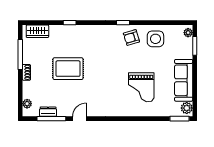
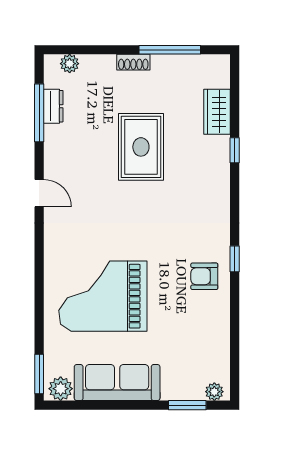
wardrobe: (37, 31) -> (217, 112), moved
armchair: (131, 38) -> (204, 276), turned -73
side table: (155, 39) -> (202, 325), removed
grand piano: (141, 87) -> (103, 296), width x1.37, depth x1.48
door: (80, 119) -> (39, 193), moved

